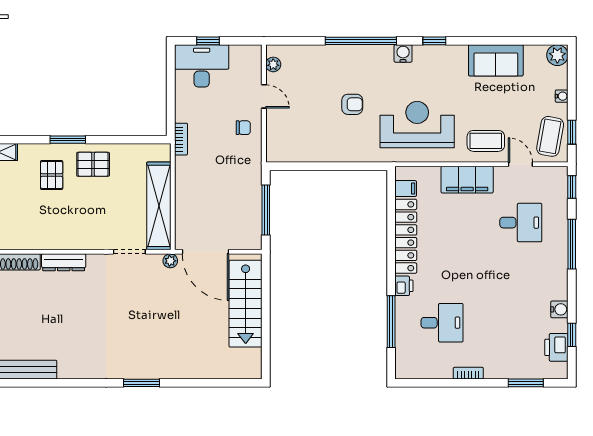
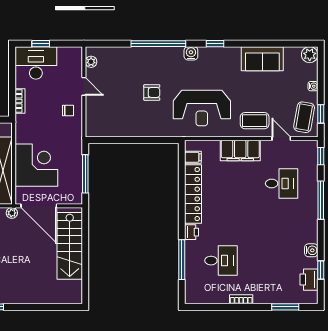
reception desk: (417, 125) -> (202, 108), turned 180
bookcase: (181, 139) -> (20, 101), moved
corner desk: (202, 199) -> (36, 165), added

